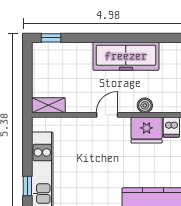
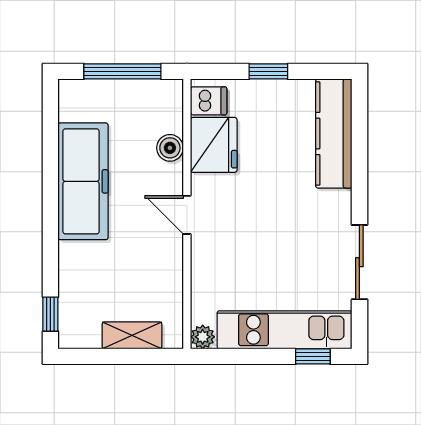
shelving: (48, 105) -> (132, 335), moved, turned 90
plant: (38, 124) -> (203, 337), added

